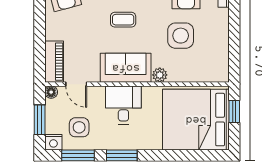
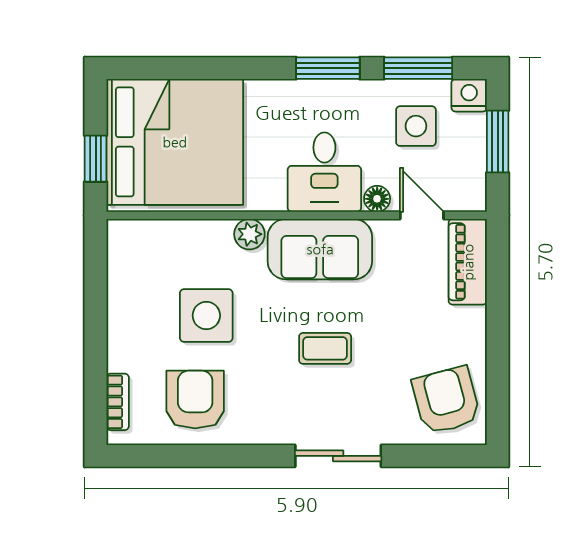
floor lamp: (51, 92) -> (377, 199), moved

